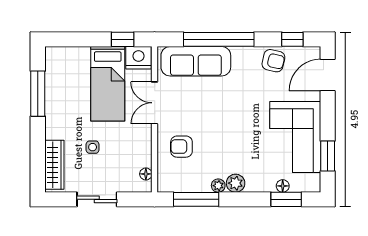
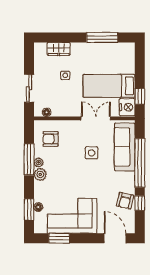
window: (292, 39) -> (140, 203), moved
side table: (204, 109) -> (92, 153), added
armchair: (181, 147) -> (51, 139), moved, turned -90
wardrobe: (54, 165) -> (59, 49), width x0.67
sliding door: (97, 199) -> (29, 88), moved
window: (196, 199) -> (29, 159), moved

